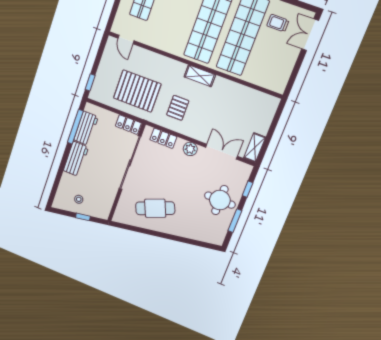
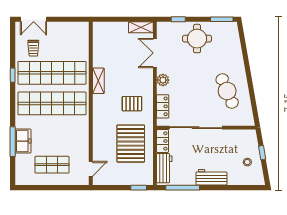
shelving: (200, 76) -> (98, 81), moved
workbench: (86, 128) -> (164, 168), moved, turned 90
window: (235, 221) -> (222, 19), moved

